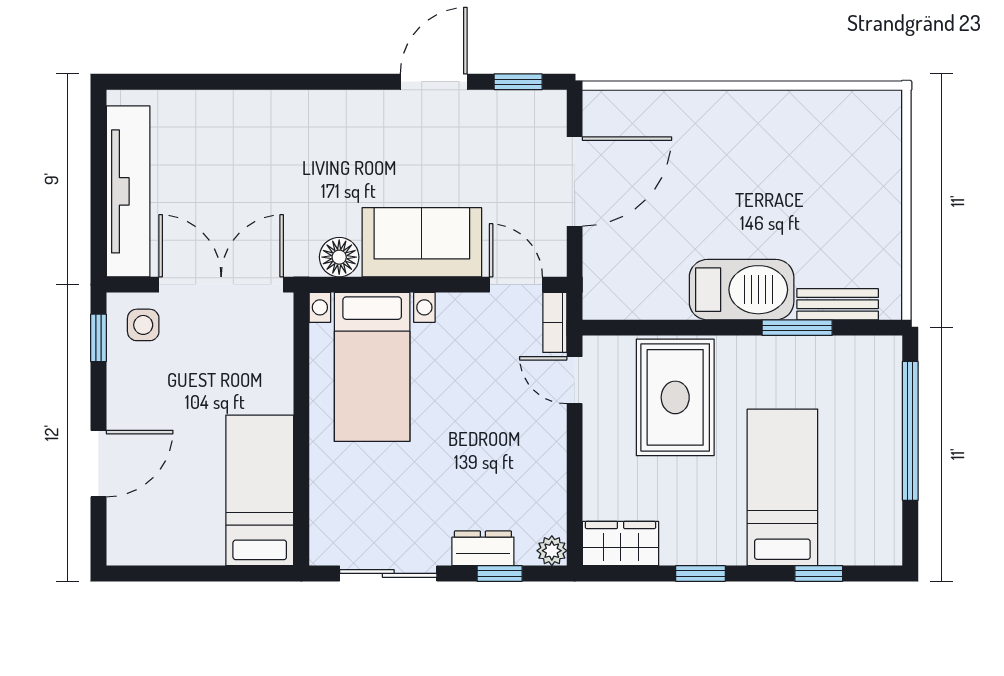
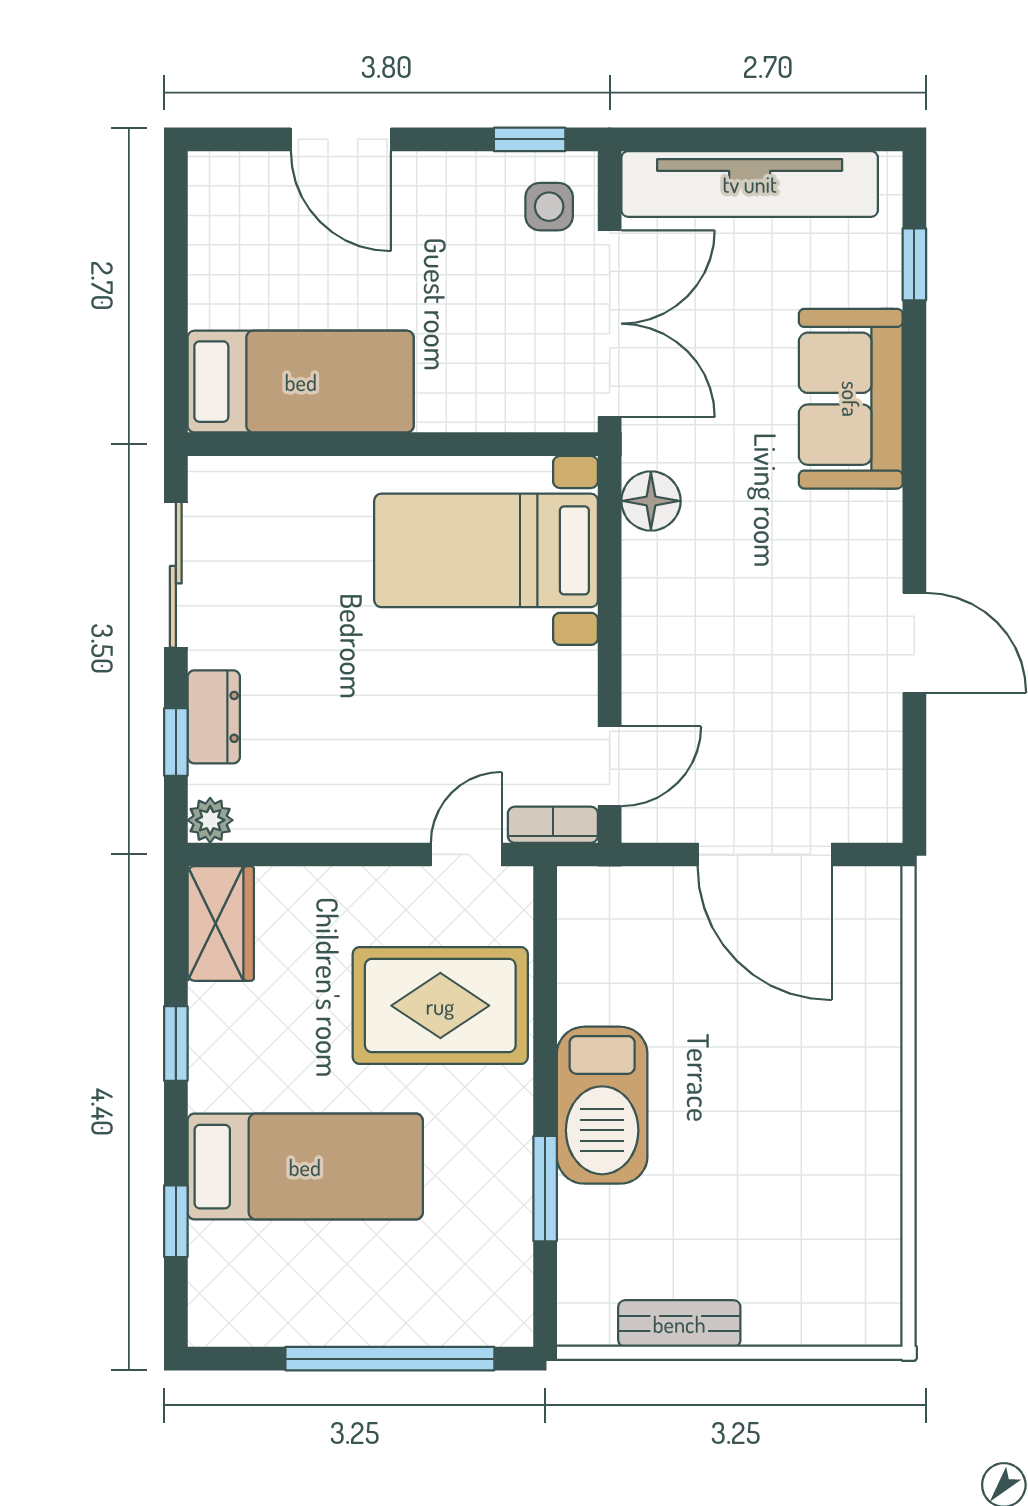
window: (518, 82) -> (914, 264), moved
sofa: (422, 242) -> (851, 399), moved, turned 180
bench: (838, 304) -> (679, 1324), moved, turned 90

